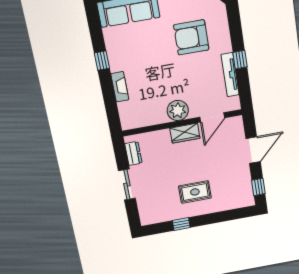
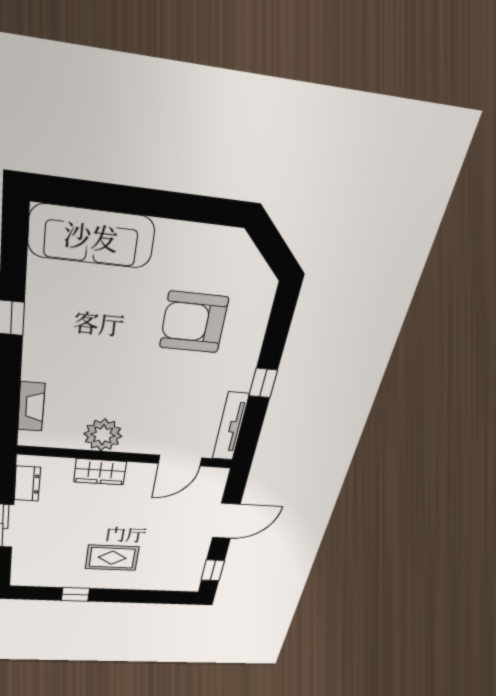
tv unit: (230, 75) -> (231, 427), moved
fireplace: (120, 87) -> (31, 407), moved
plant: (178, 111) -> (103, 435), moved
wardrobe: (185, 133) -> (100, 472), moved

